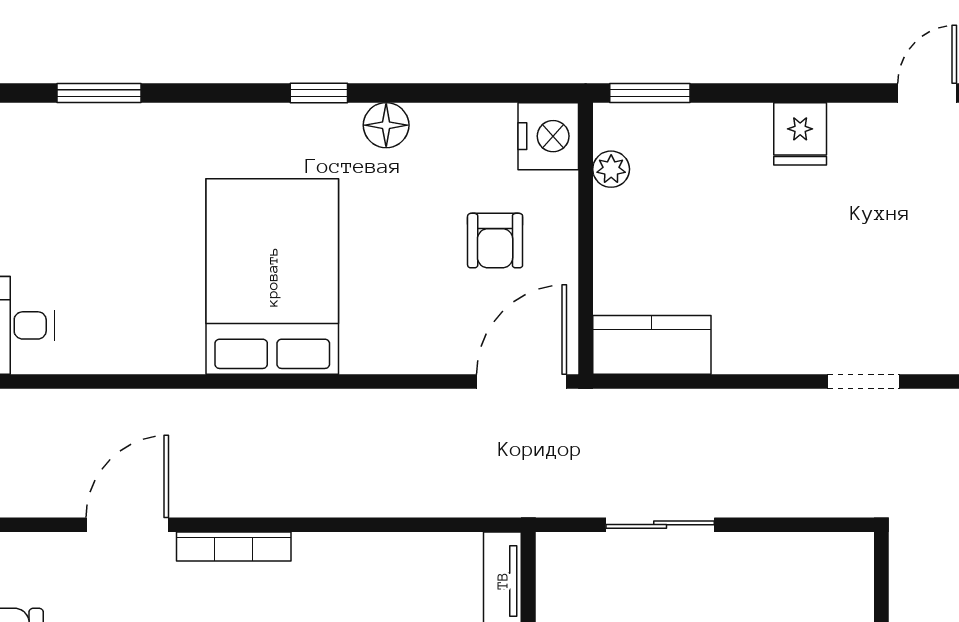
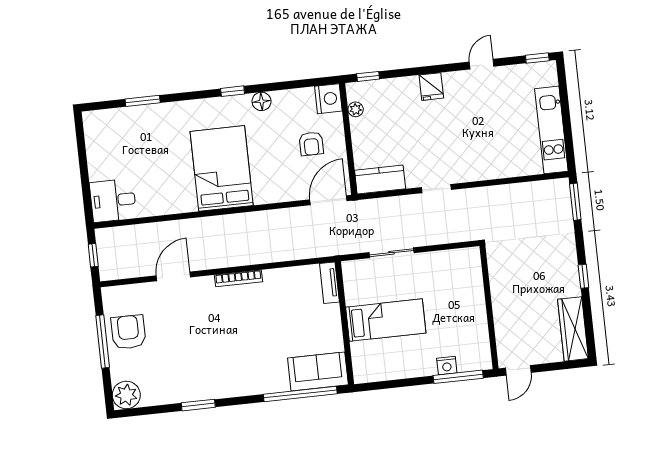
window: (650, 93) -> (368, 76), width x0.67
doorway: (864, 382) -> (436, 189), moved
bookcase: (234, 546) -> (238, 278), moved

